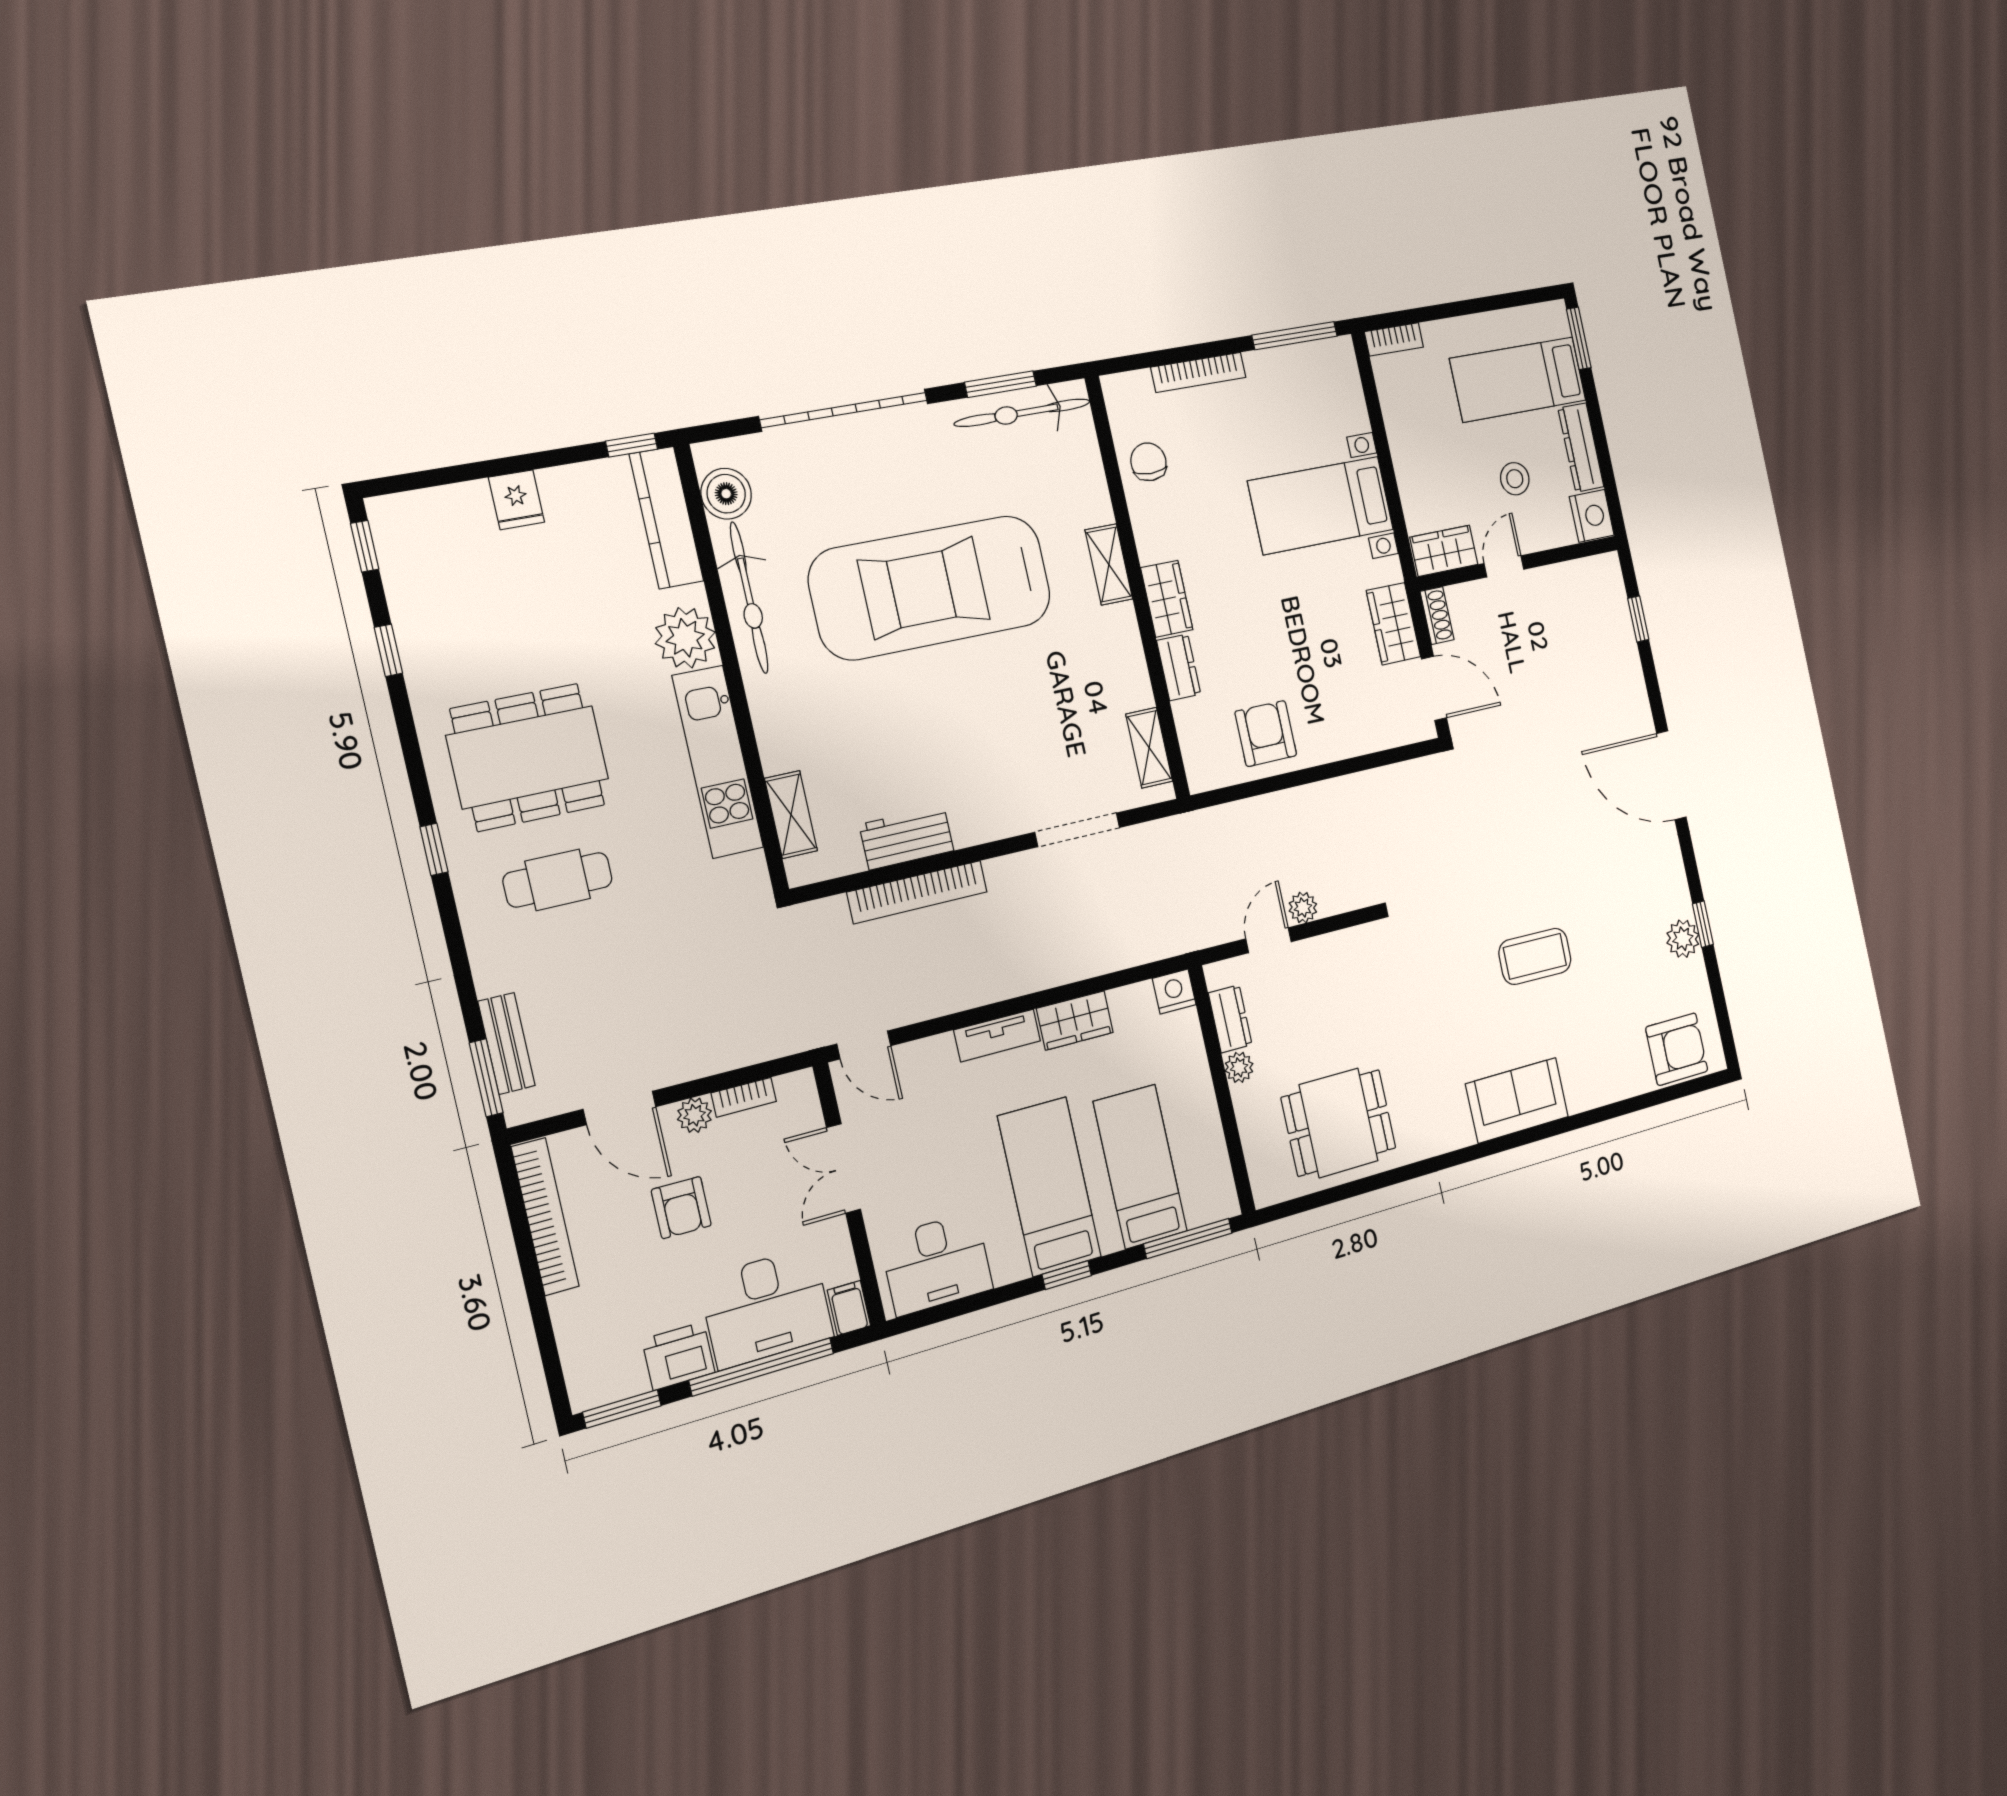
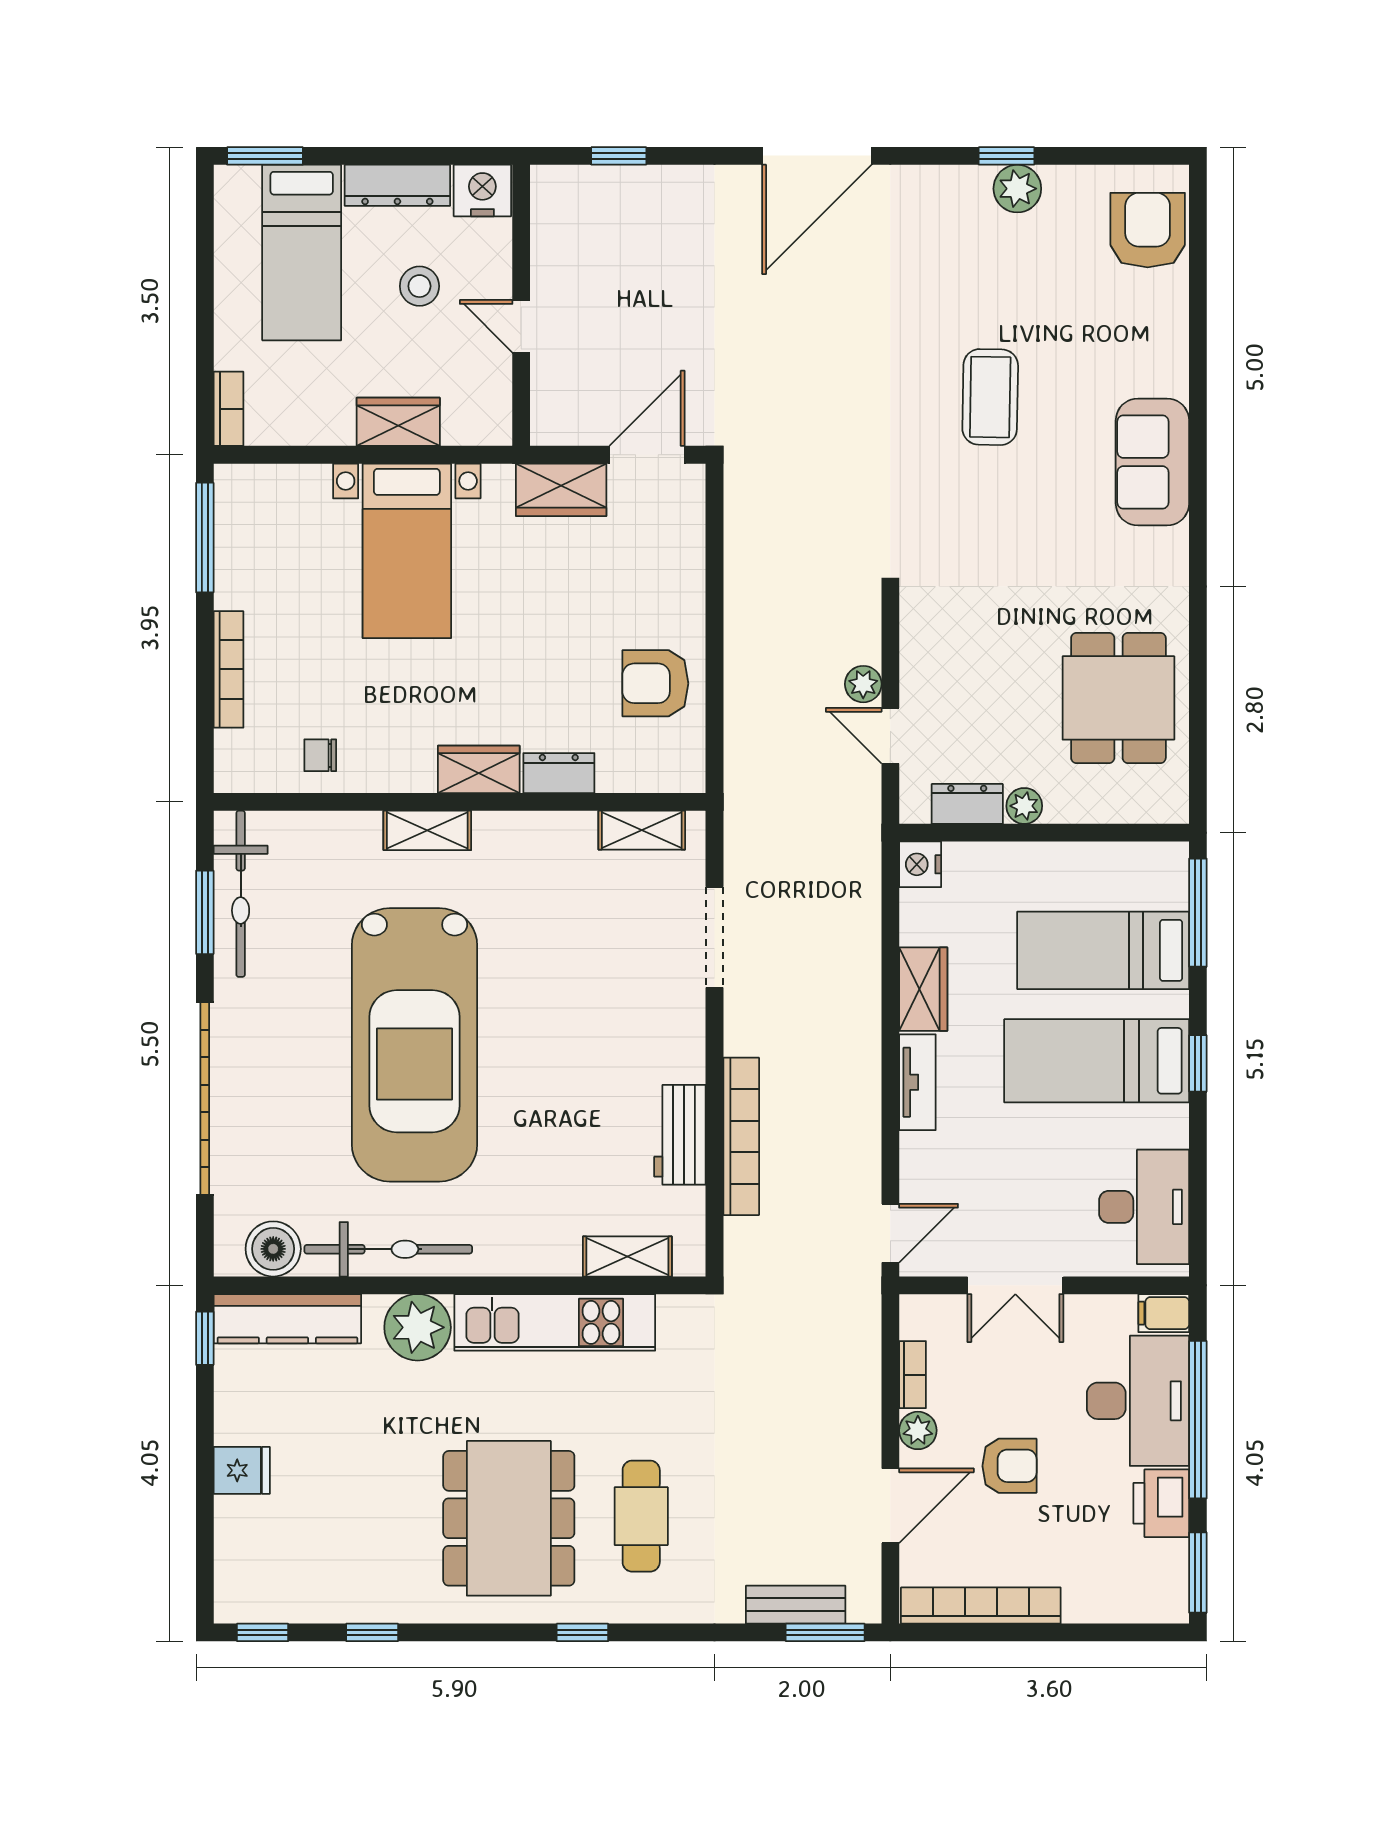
chair: (1148, 462) -> (320, 755), width x0.73, depth x0.73
wardrobe: (1444, 551) -> (398, 422), moved, turned 90
shoe rack: (1437, 616) -> (563, 430), removed

